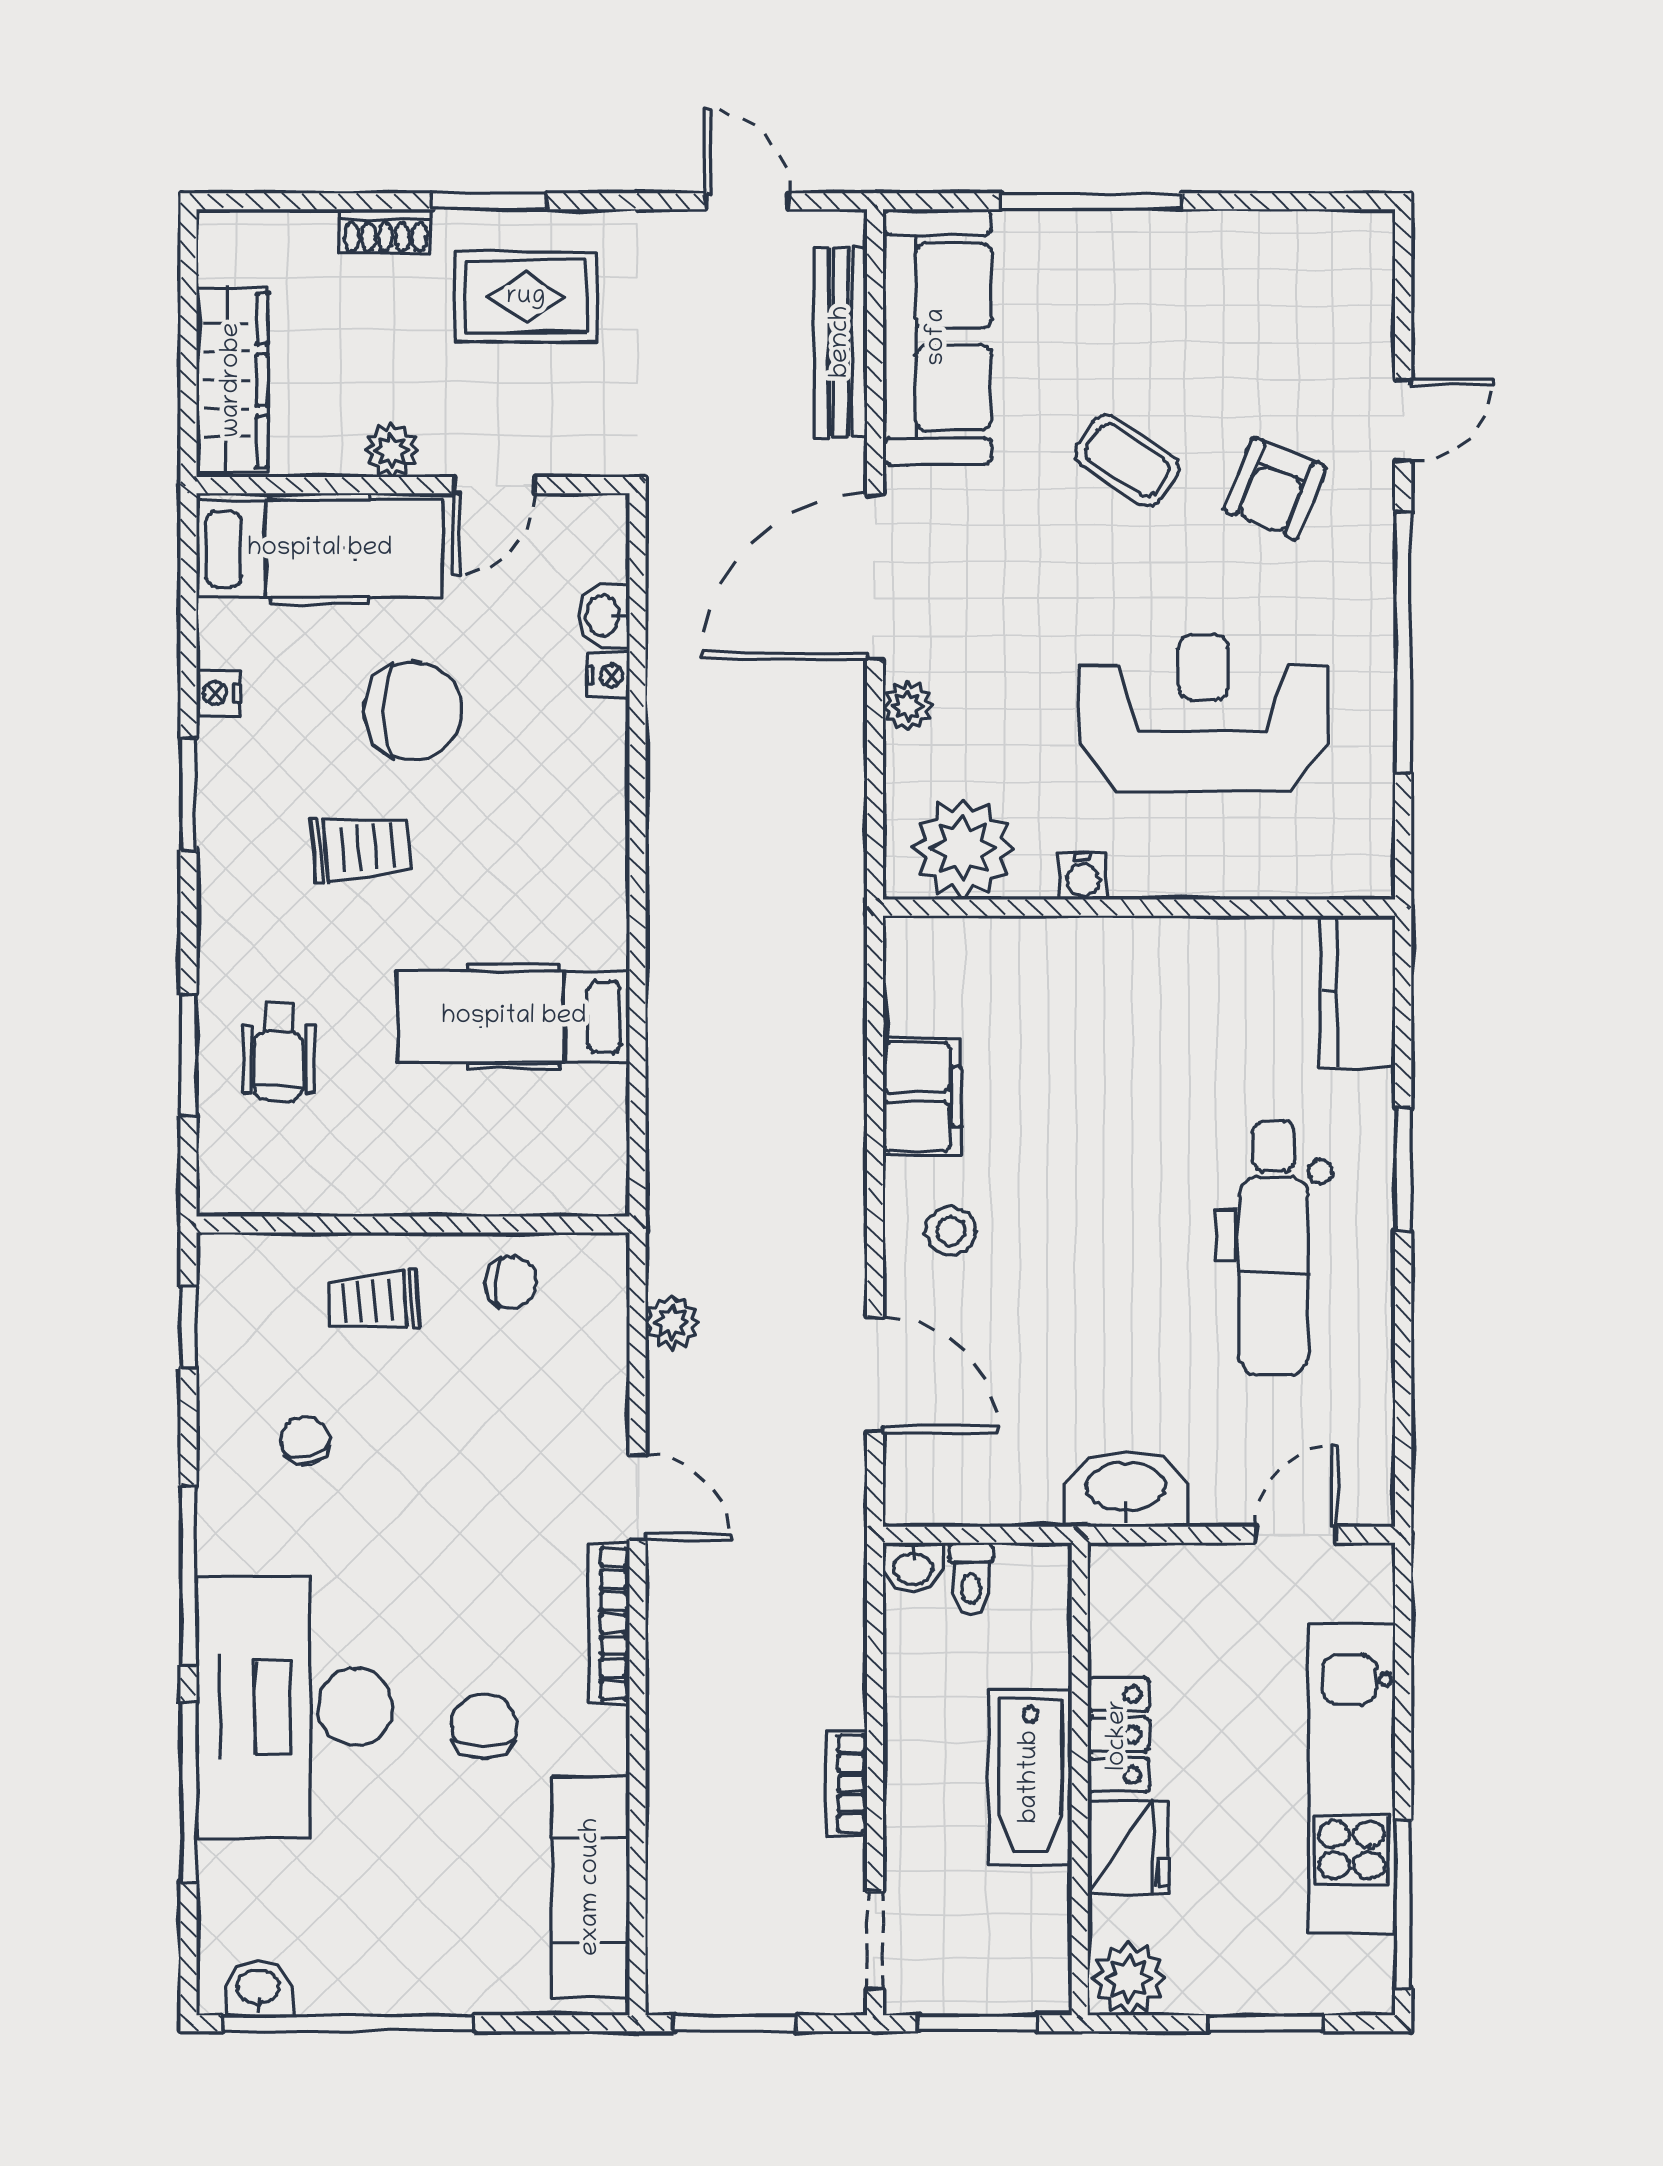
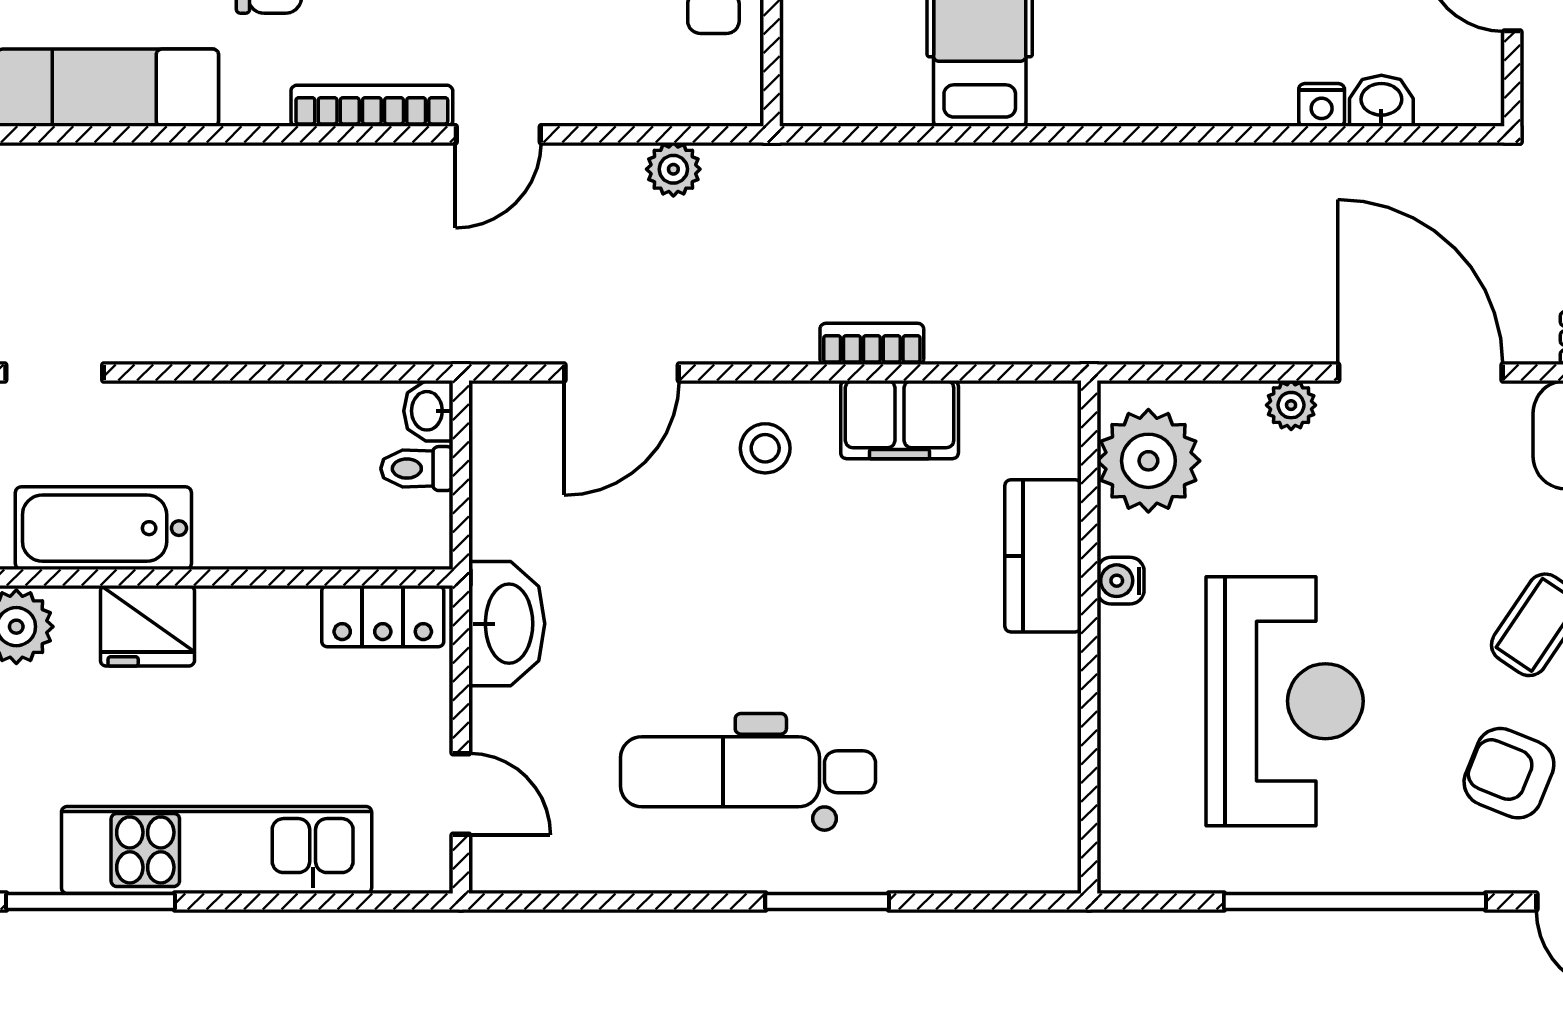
kitchen counter: (1357, 992) -> (1043, 556), moved, turned -90
locker: (1118, 1735) -> (383, 616), moved
bathtub: (1030, 1777) -> (103, 528), moved
bookcase: (846, 1783) -> (872, 344), moved

